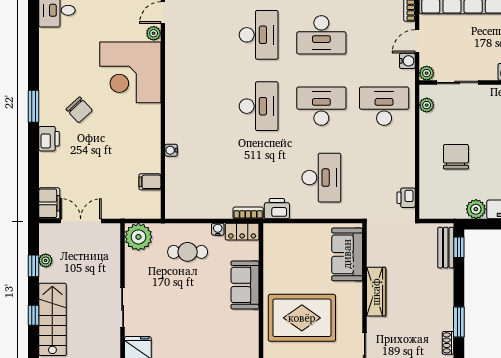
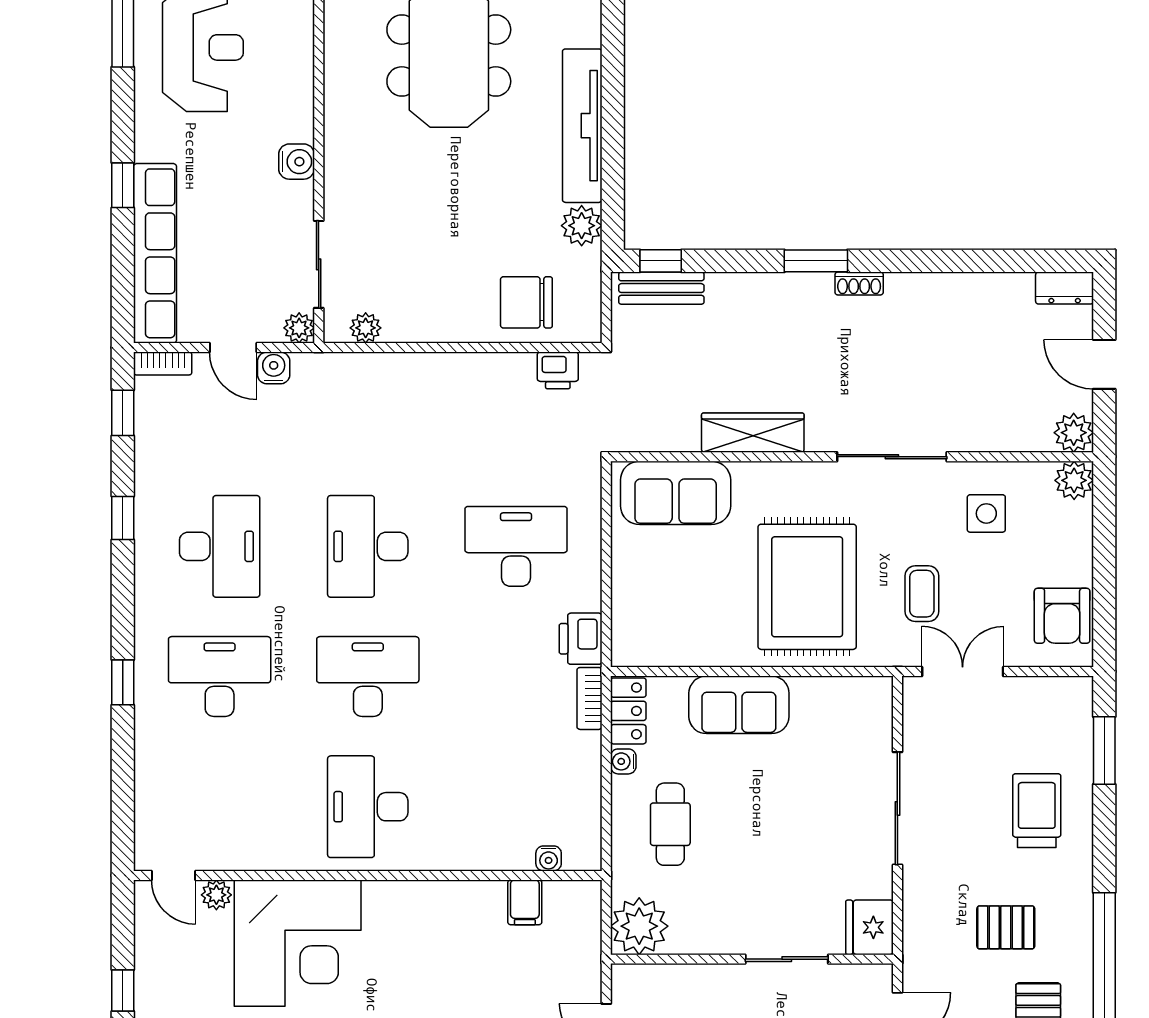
desk: (384, 106) -> (368, 807), moved
water cooler: (171, 150) -> (549, 858), moved
chair: (456, 157) -> (526, 302), moved

